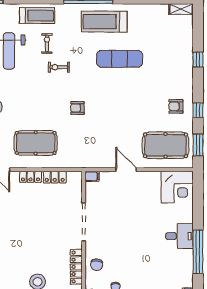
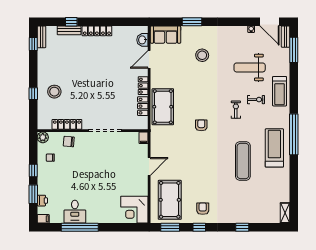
pool table: (36, 143) -> (163, 107), moved
desk: (179, 236) -> (75, 212), moved

